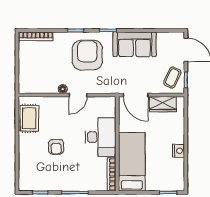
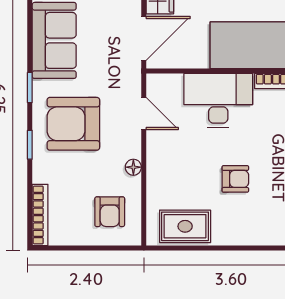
armchair: (38, 76) -> (110, 212), added
door: (78, 95) -> (144, 114), moved

